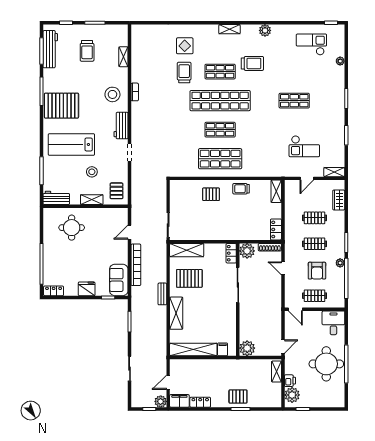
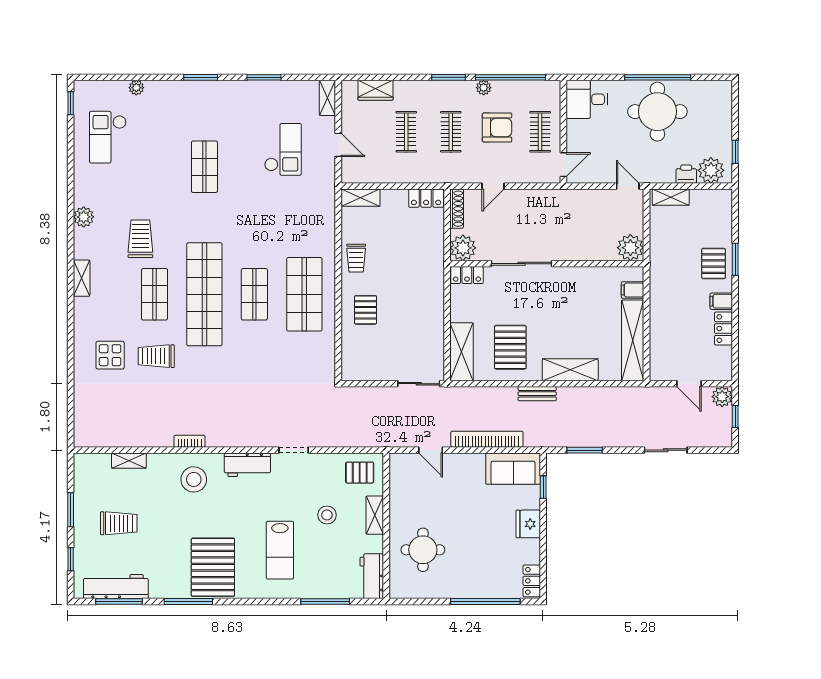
lab bench: (71, 144) -> (280, 550), width x0.73, depth x0.72
filing cabinet: (179, 401) -> (721, 301), moved, width x0.50

